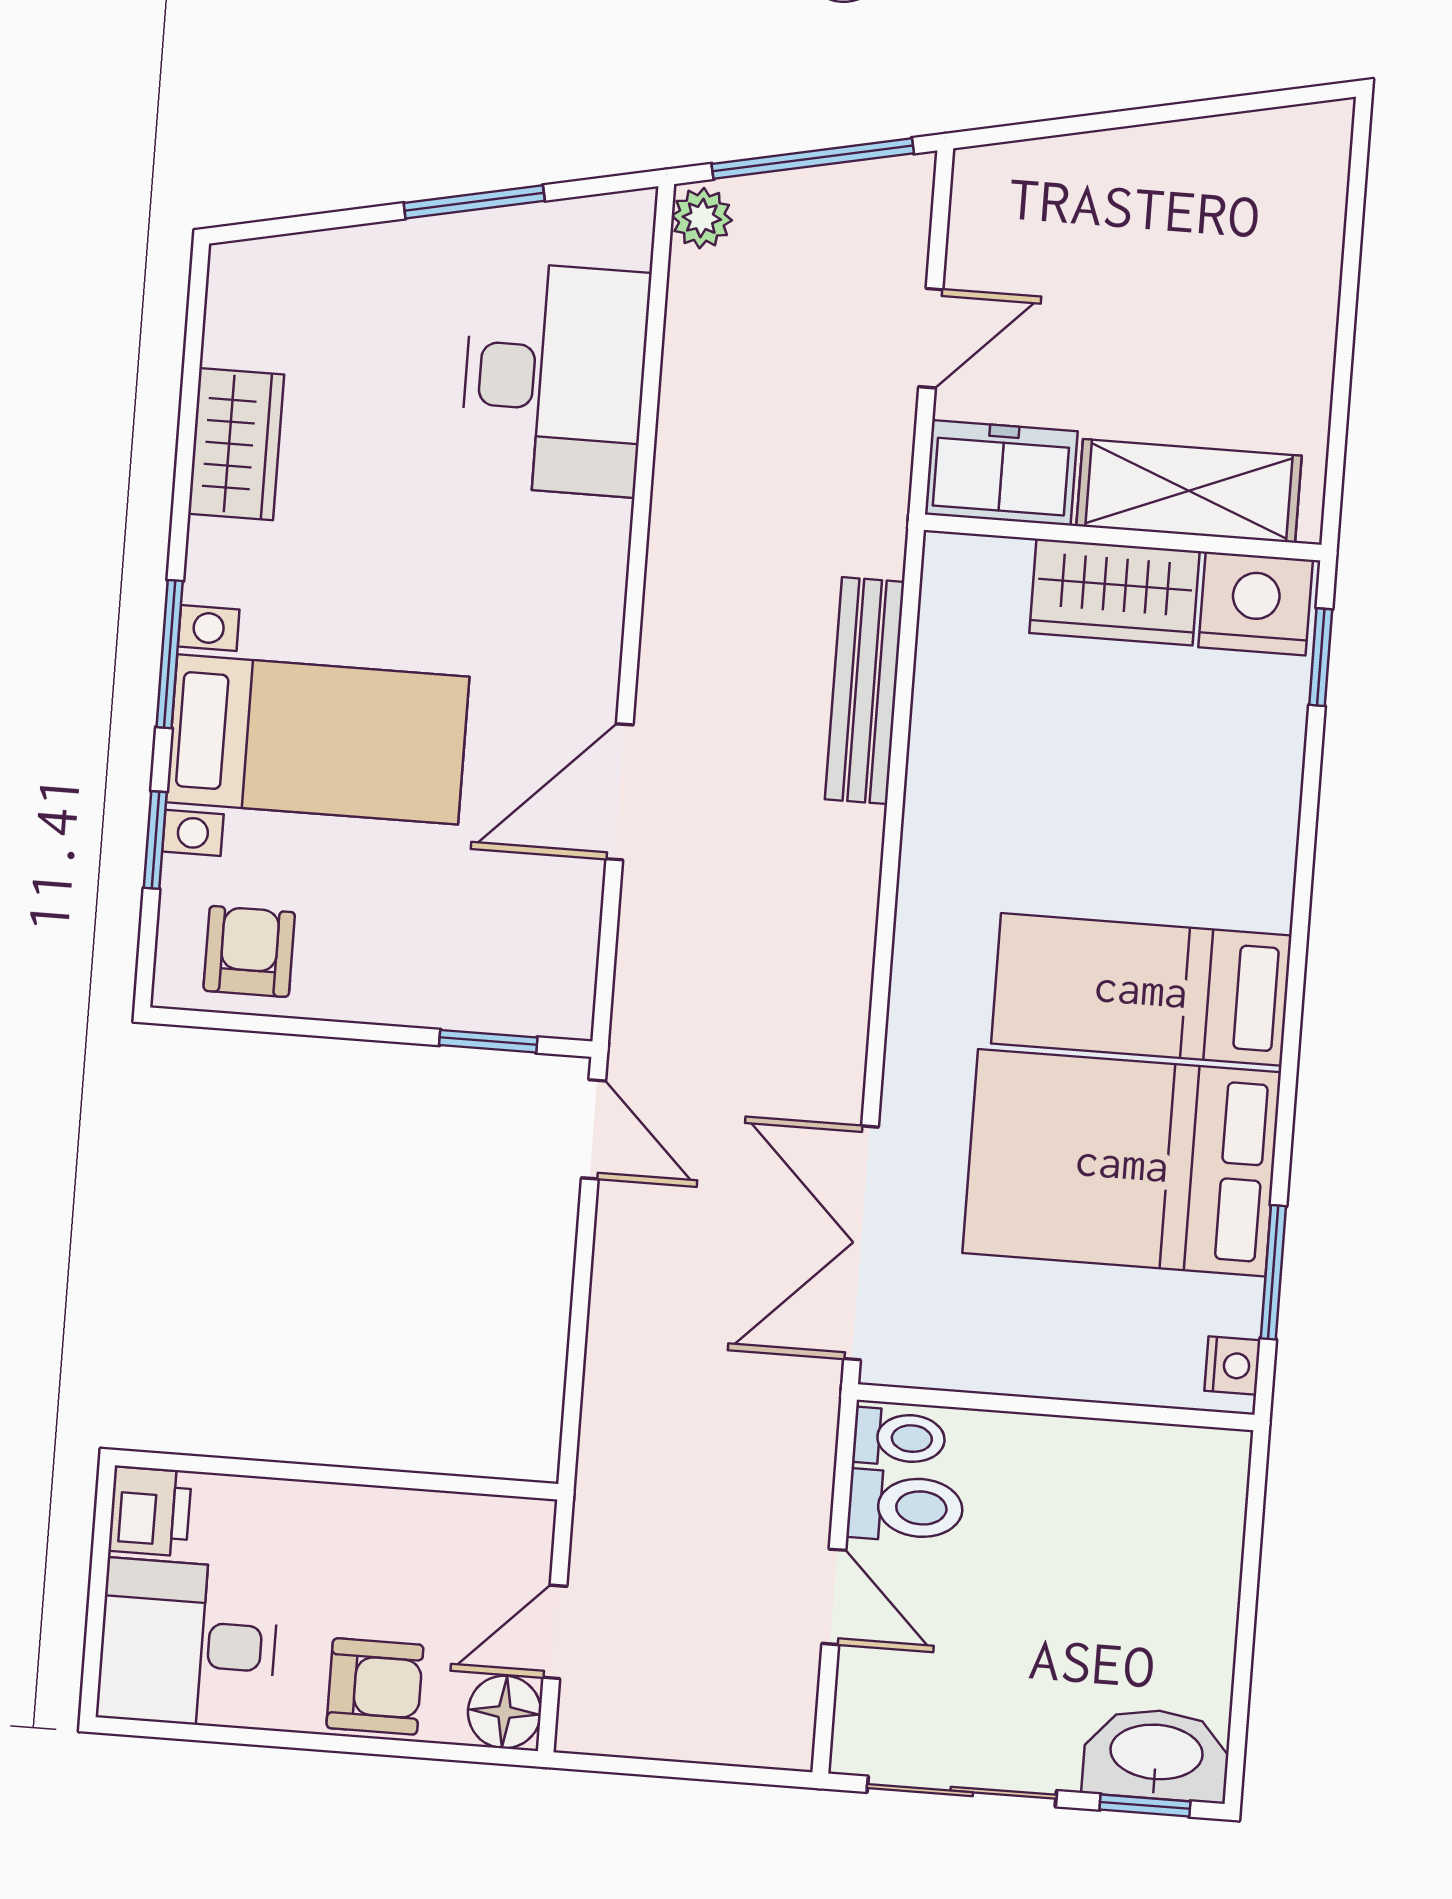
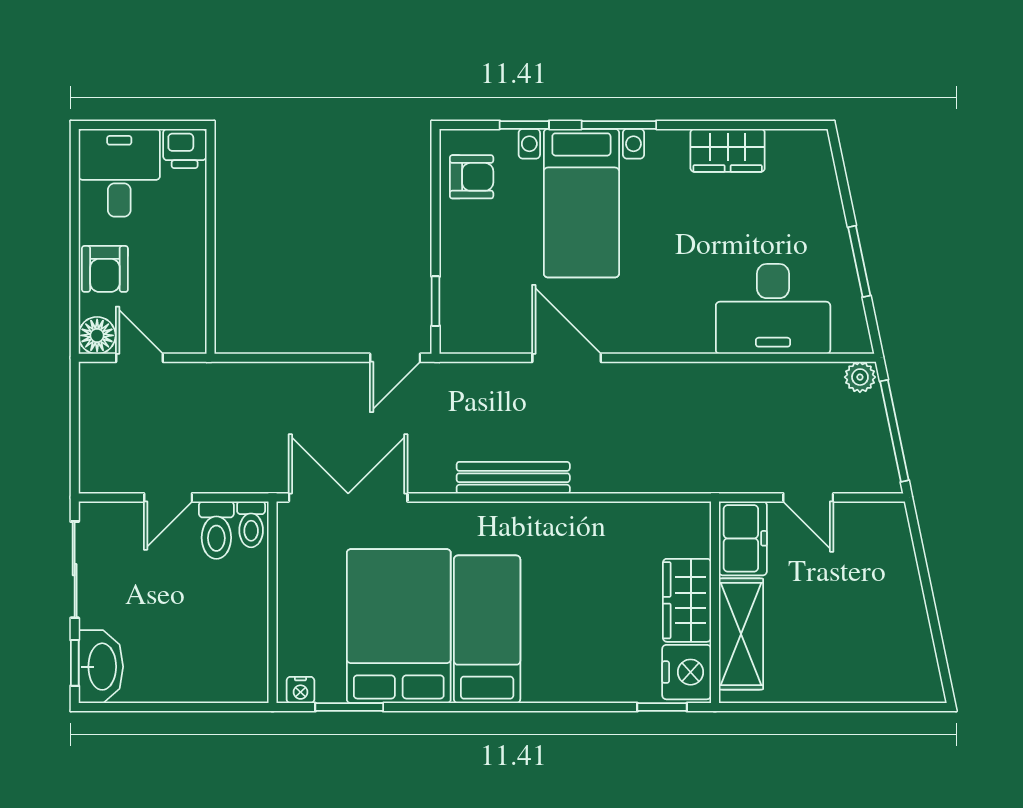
bench: (865, 691) -> (513, 478), moved

